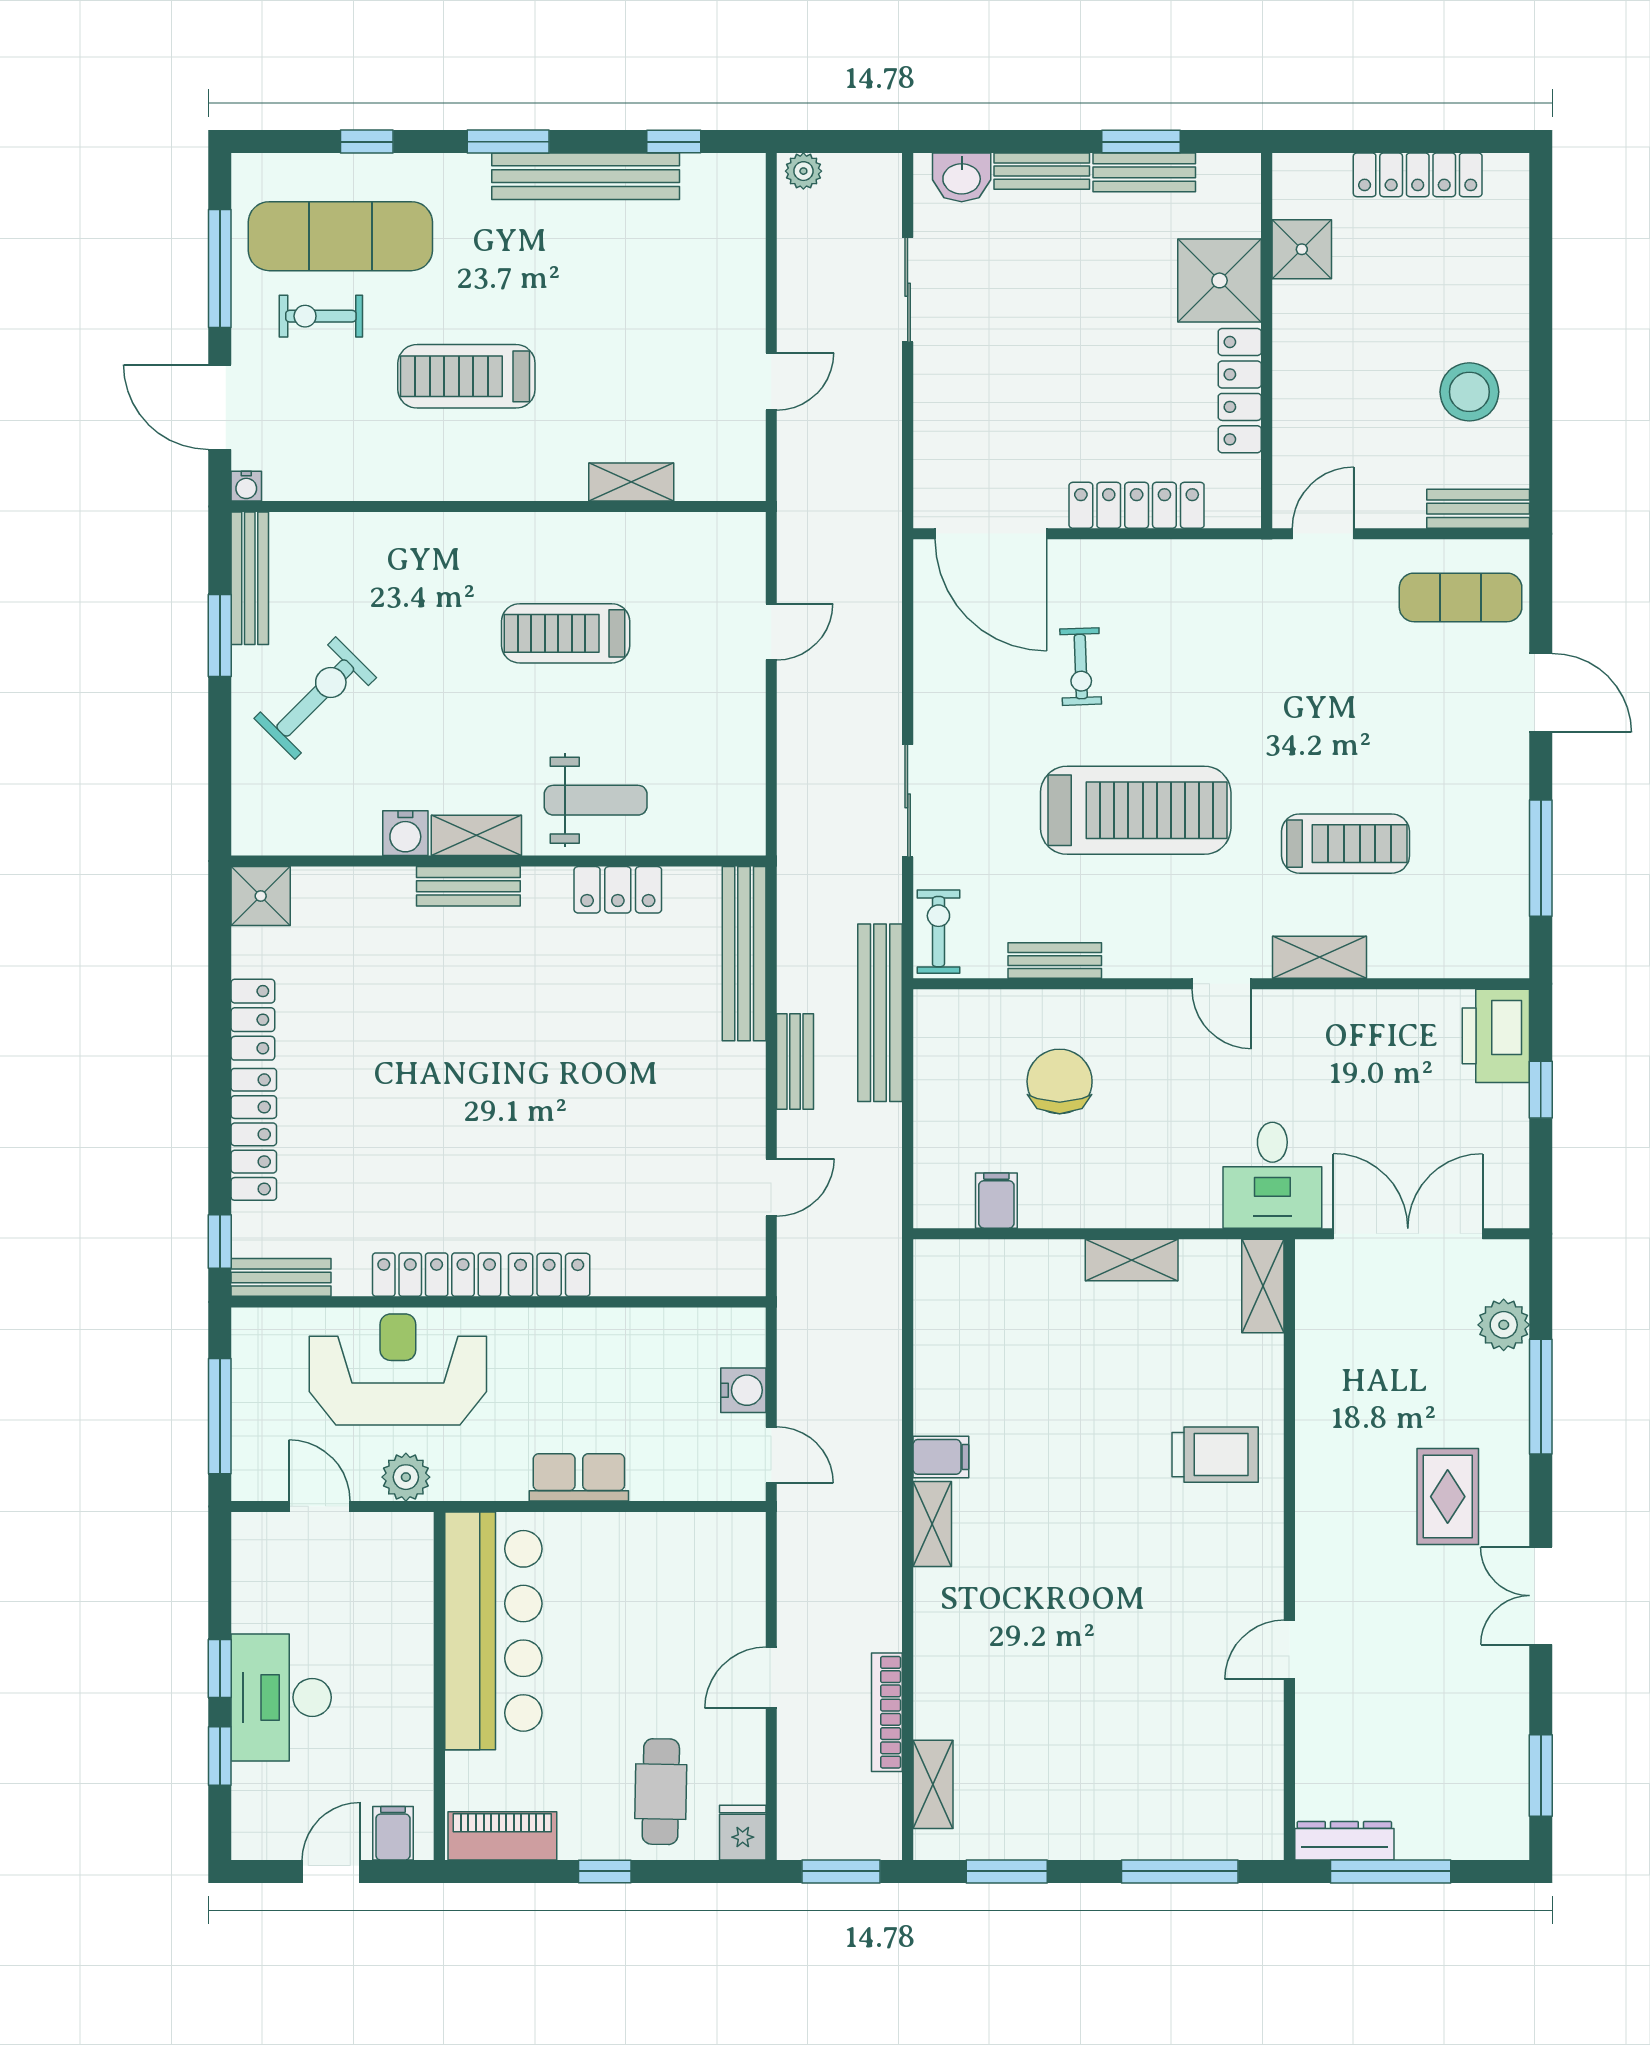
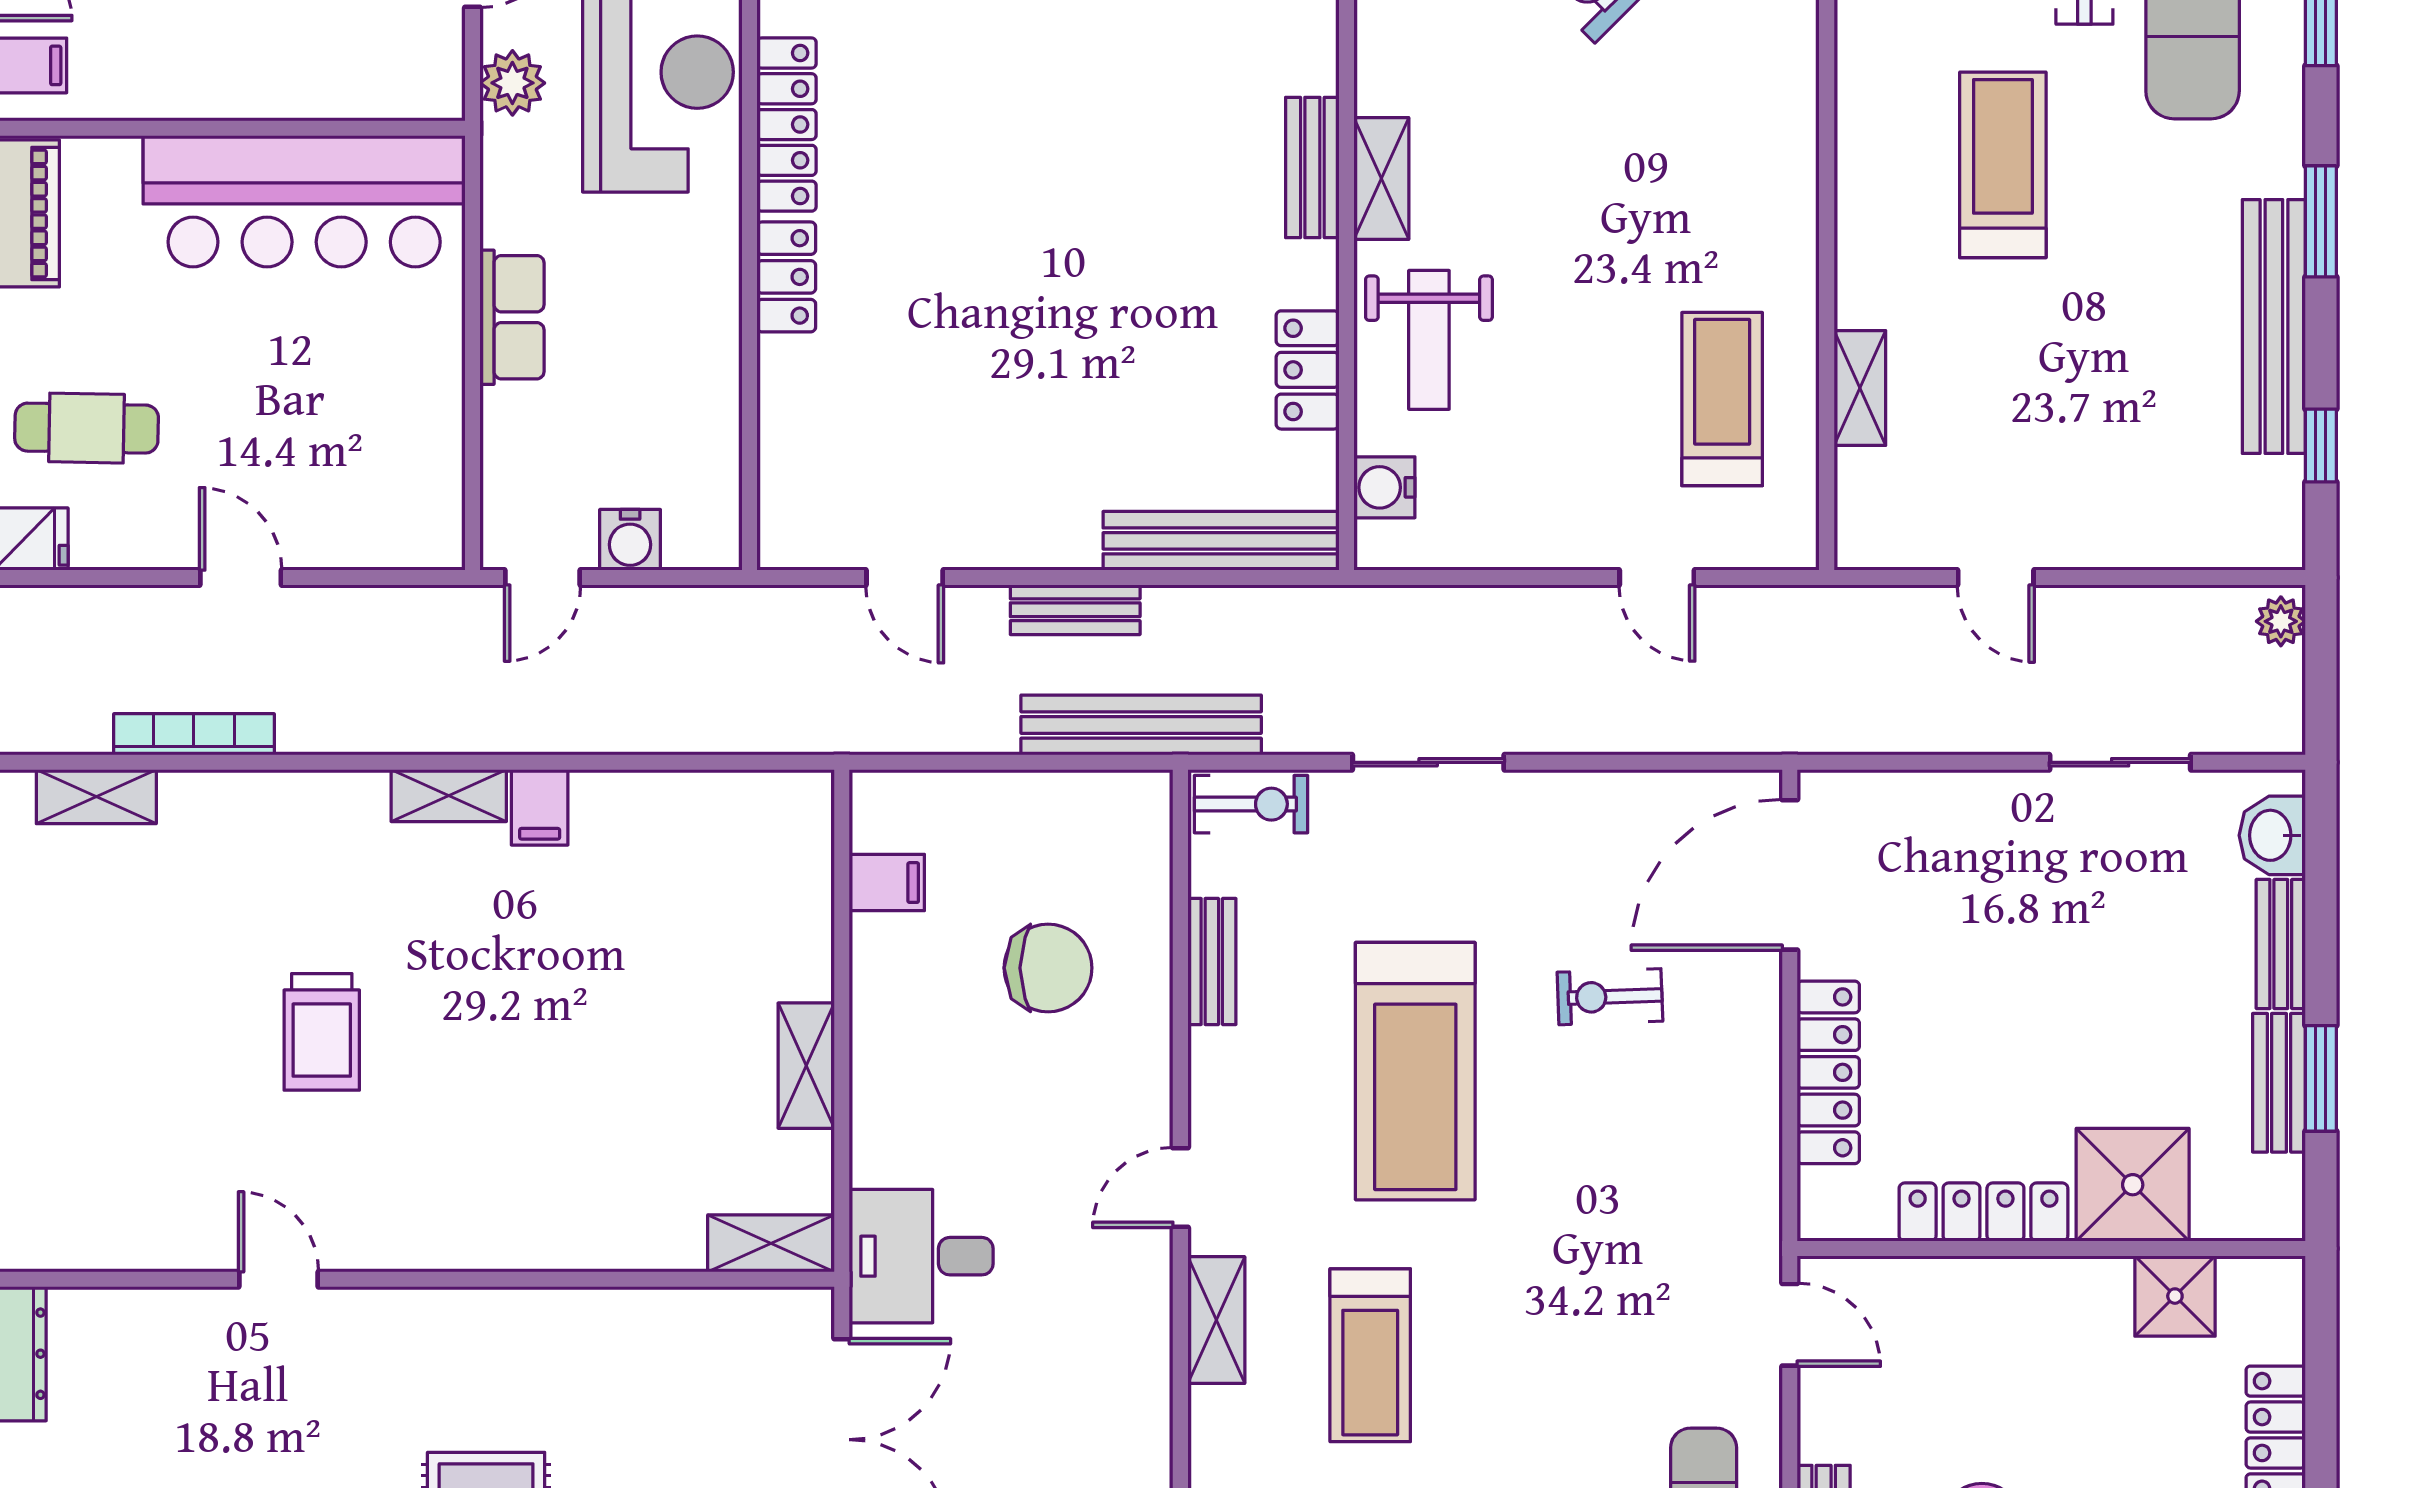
treadmill: (566, 633) -> (1722, 399), moved
water cooler: (405, 833) -> (1384, 487), moved
trolley: (1215, 1455) -> (322, 1032), moved

